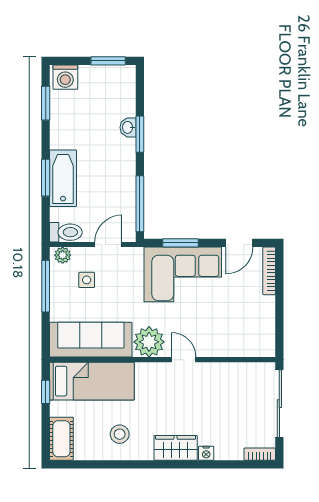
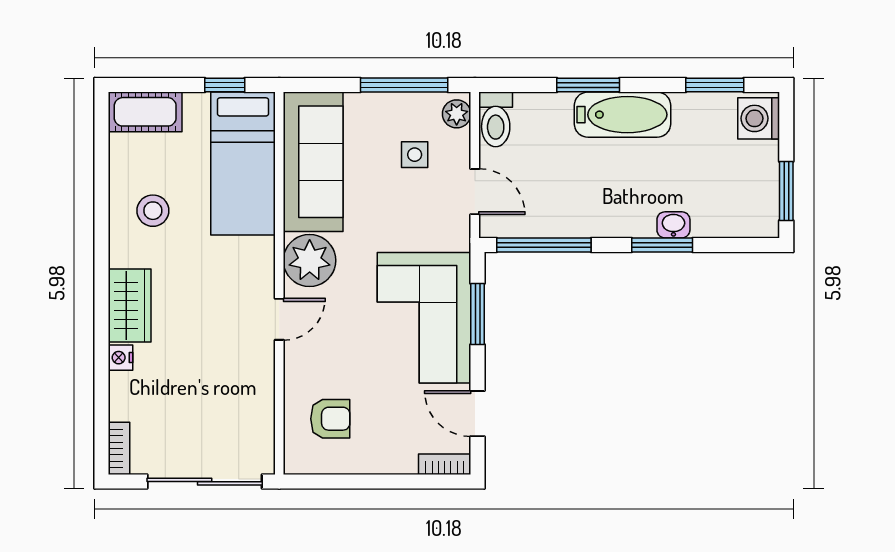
bathtub: (63, 178) -> (623, 115), moved
bookcase: (269, 271) -> (445, 464), width x0.64
armchair: (242, 330) -> (330, 419), added

